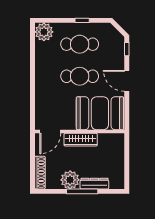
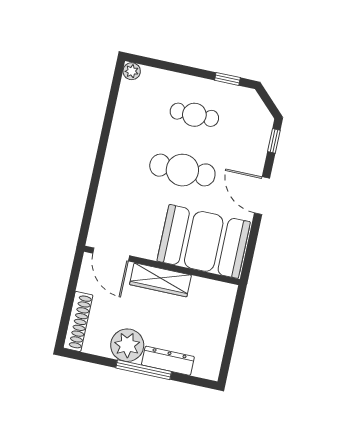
window: (82, 20) -> (227, 79), moved
plant: (44, 32) -> (132, 71), width x0.53, depth x0.53
cafe table: (80, 44) -> (194, 115), width x0.73, depth x0.74
door: (50, 132) -> (111, 254), hinge flipped

